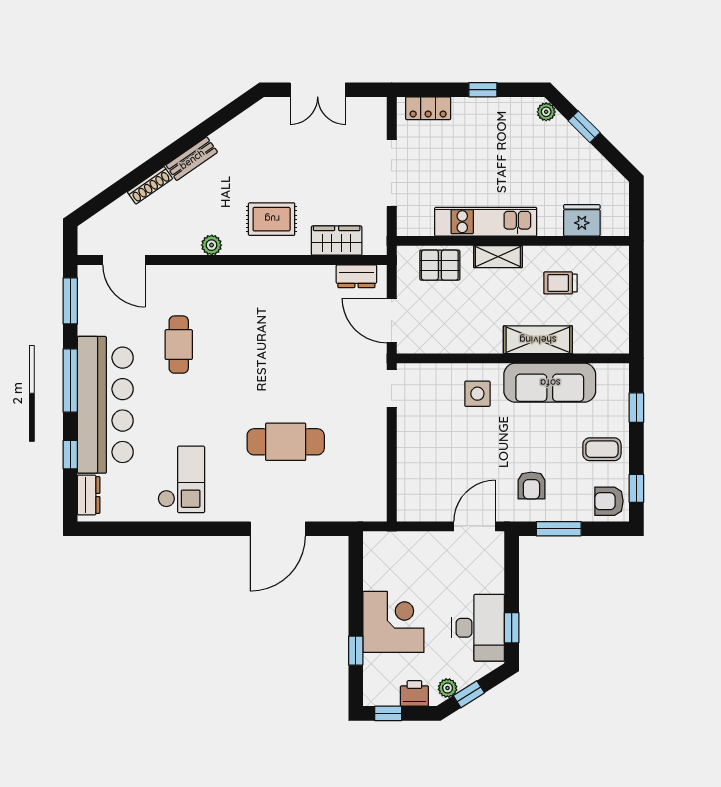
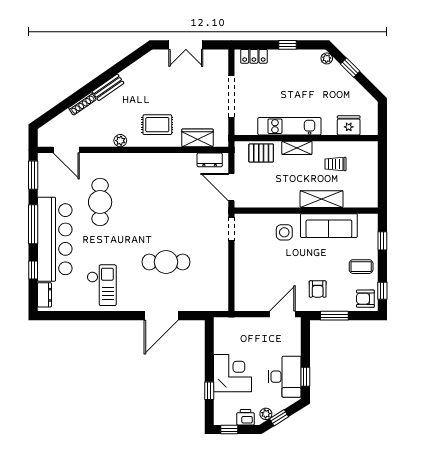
cafe table: (179, 345) -> (100, 202), width x1.37, depth x1.35

